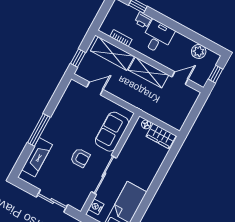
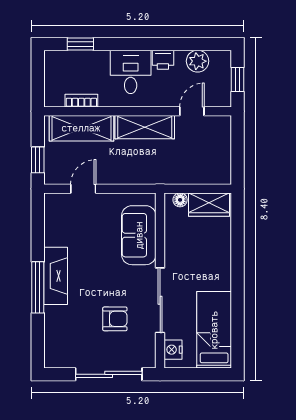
printer: (143, 20) -> (163, 60), moved
fireplace: (37, 157) -> (56, 276), moved
armchair: (80, 158) -> (115, 319), moved
sliding door: (52, 201) -> (109, 374), width x1.37

